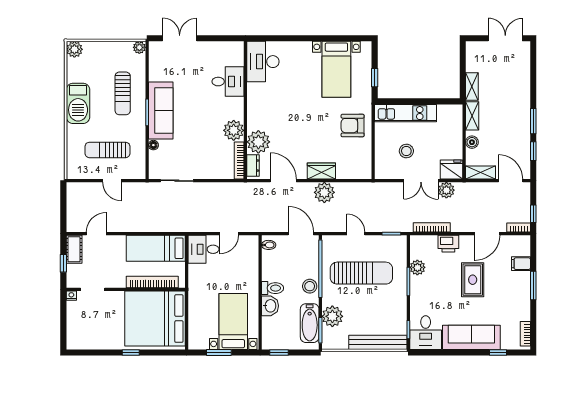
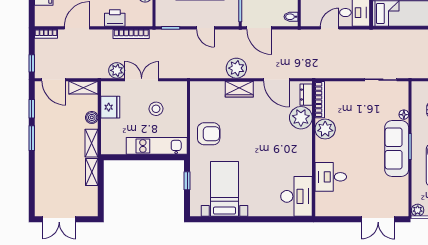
fridge: (452, 170) -> (110, 107), moved, turned -90
window: (533, 214) -> (32, 63), moved

